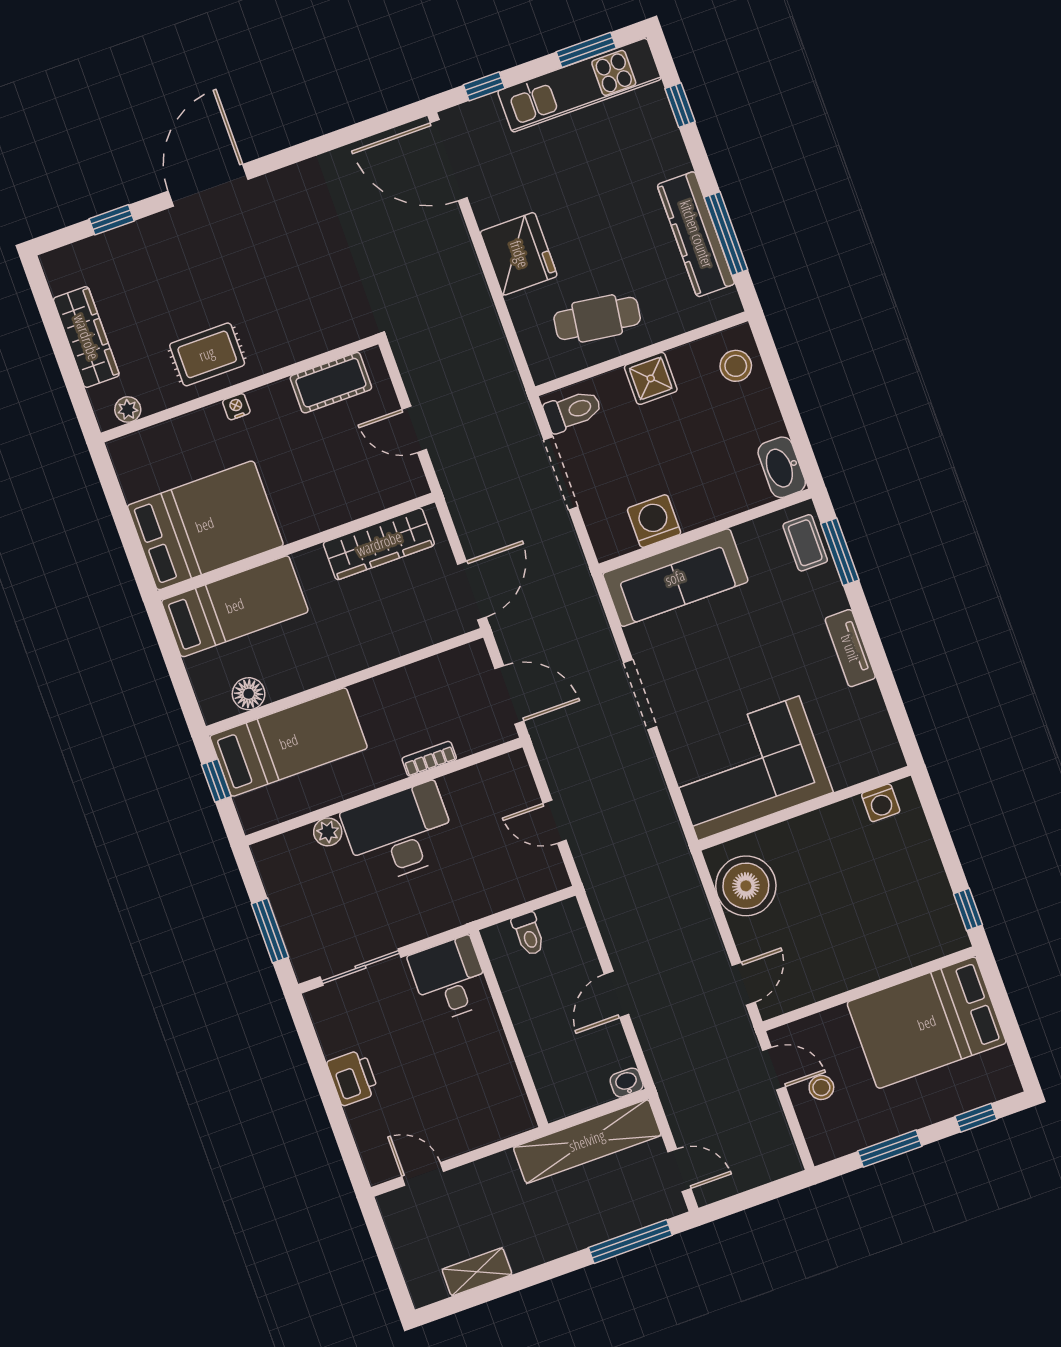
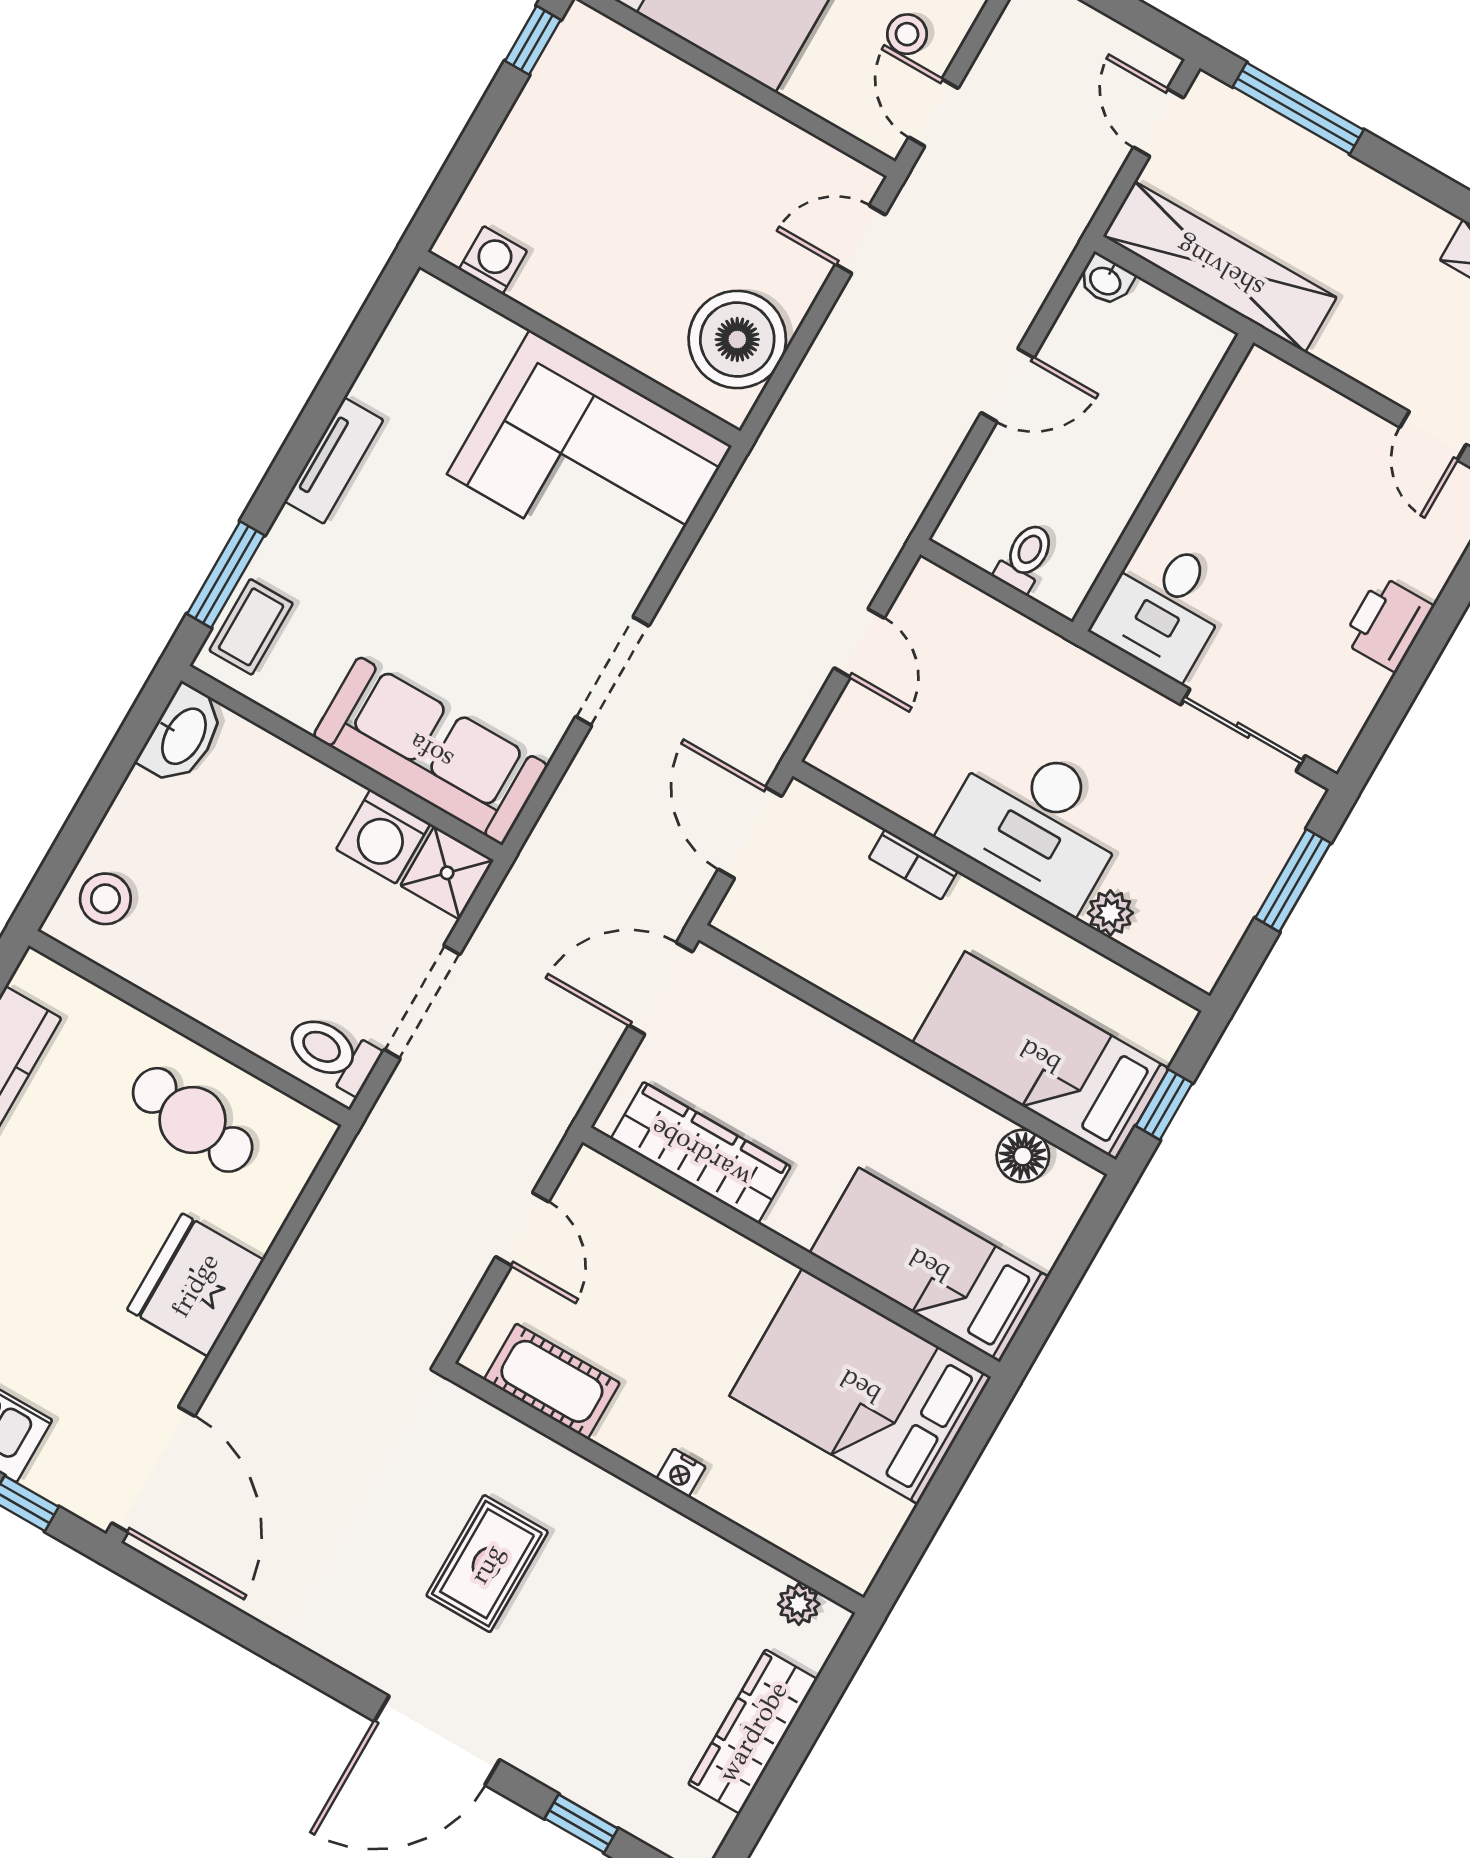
rug: (207, 354) -> (487, 1564), moved, turned 90
shower: (651, 378) -> (447, 873), moved

